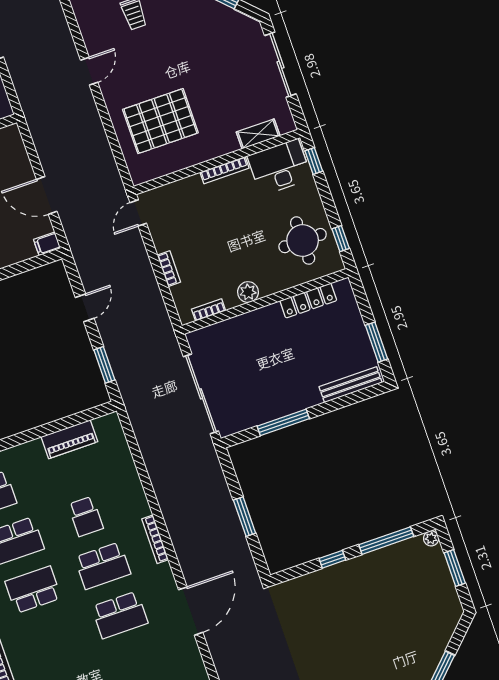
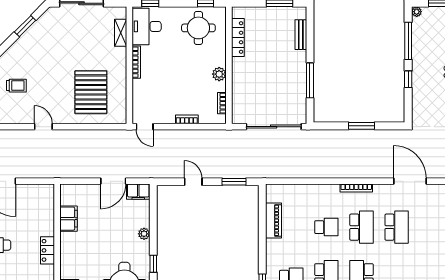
filing cabinet: (47, 244) -> (138, 192), width x2.00
bench: (351, 385) -> (301, 35), width x0.73

